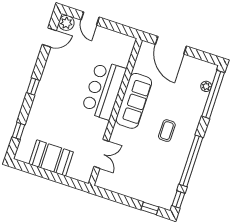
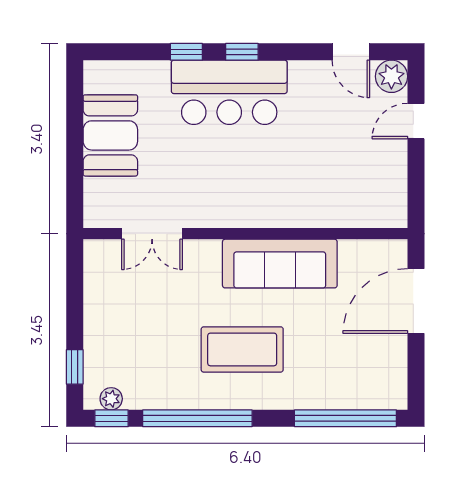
plant: (206, 86) -> (111, 399), moved
bar counter: (104, 90) -> (229, 92), moved, turned 180
window: (18, 131) -> (186, 52), moved
coffee table: (167, 131) -> (242, 349), width x1.86, depth x1.72

